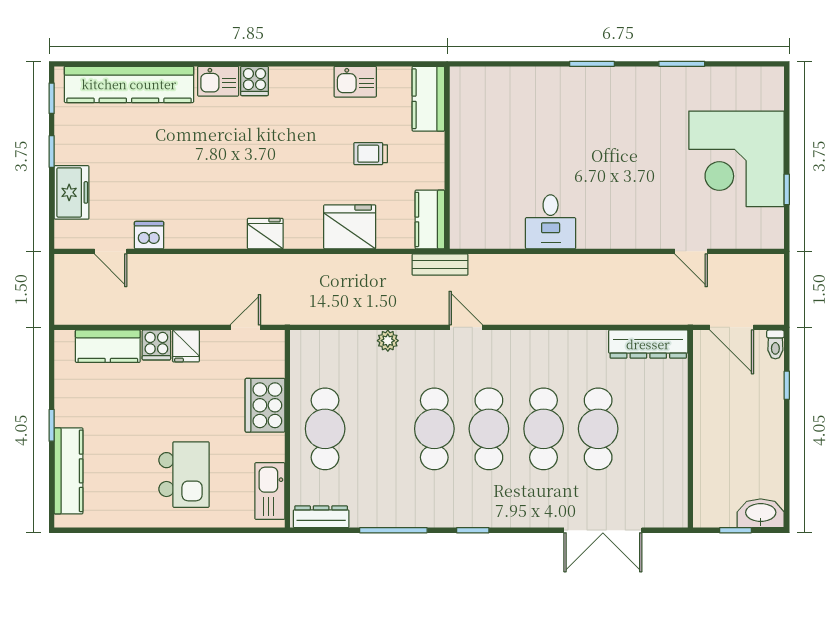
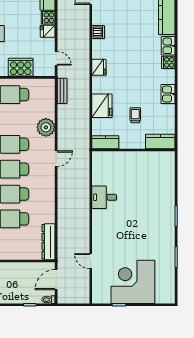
kitchen sink: (355, 82) -> (168, 94), moved
dishwasher: (149, 235) -> (98, 32), moved
door: (691, 251) -> (91, 261), hinge flipped
bench: (440, 265) -> (62, 91), moved
plant: (388, 341) -> (46, 127), width x1.88, depth x1.88

